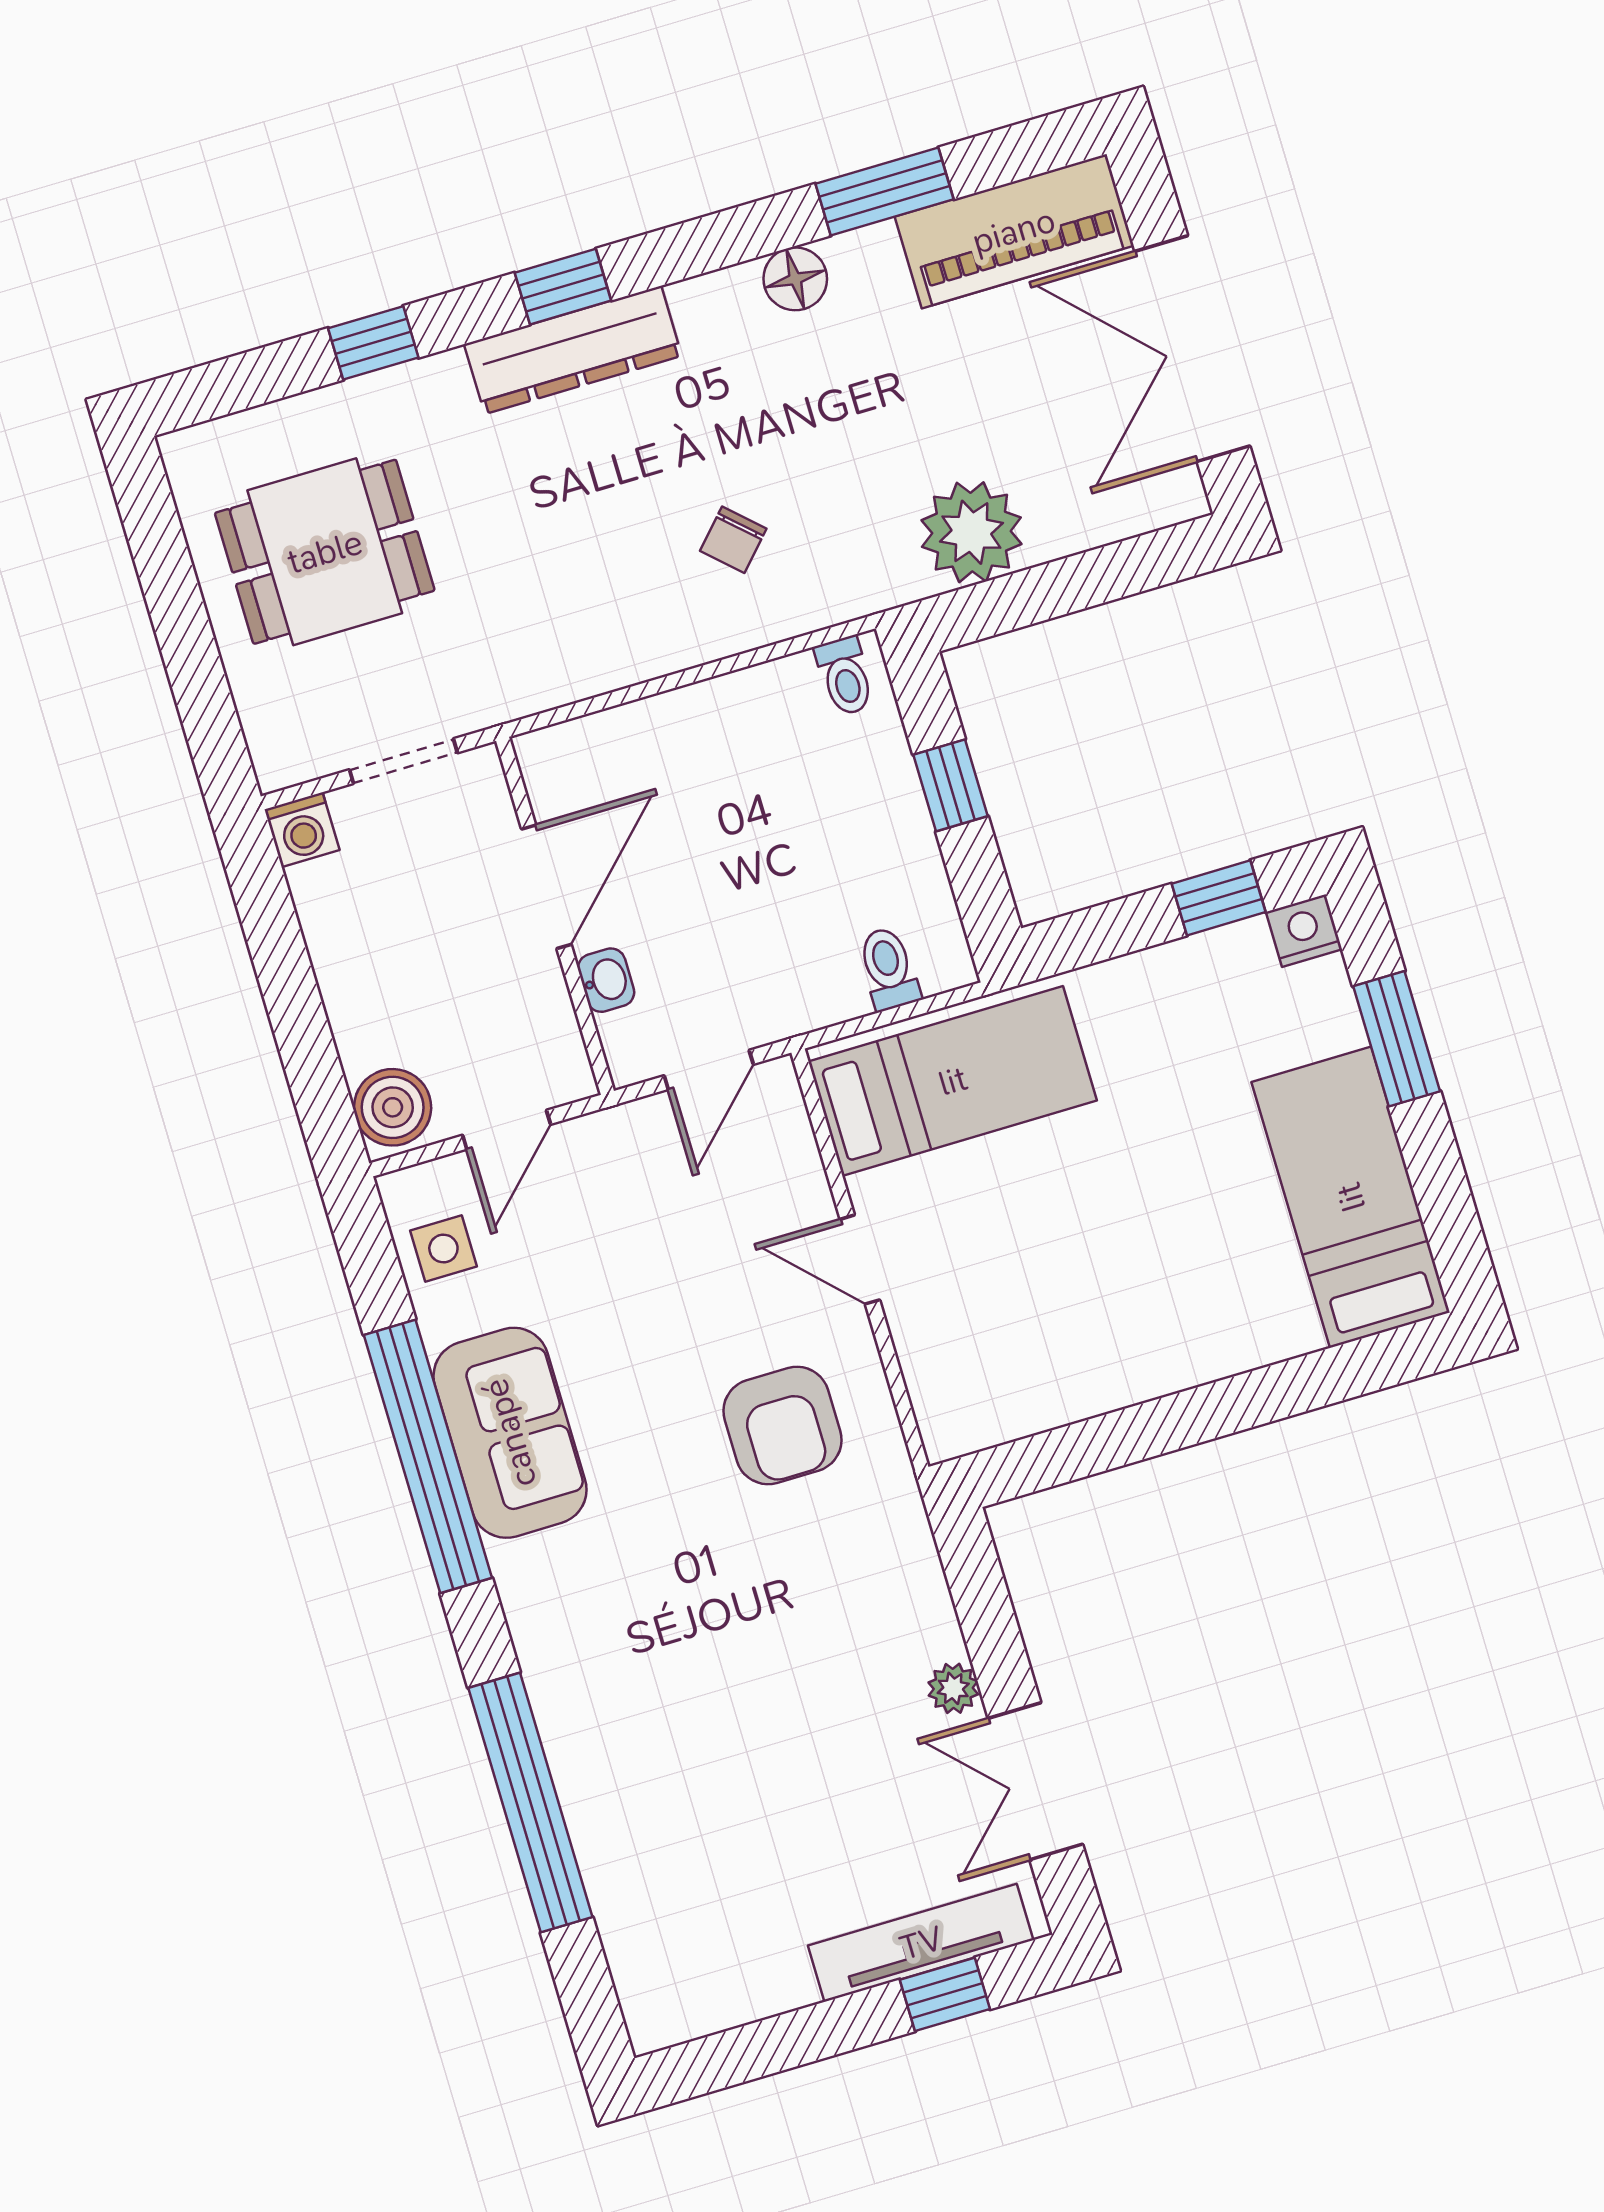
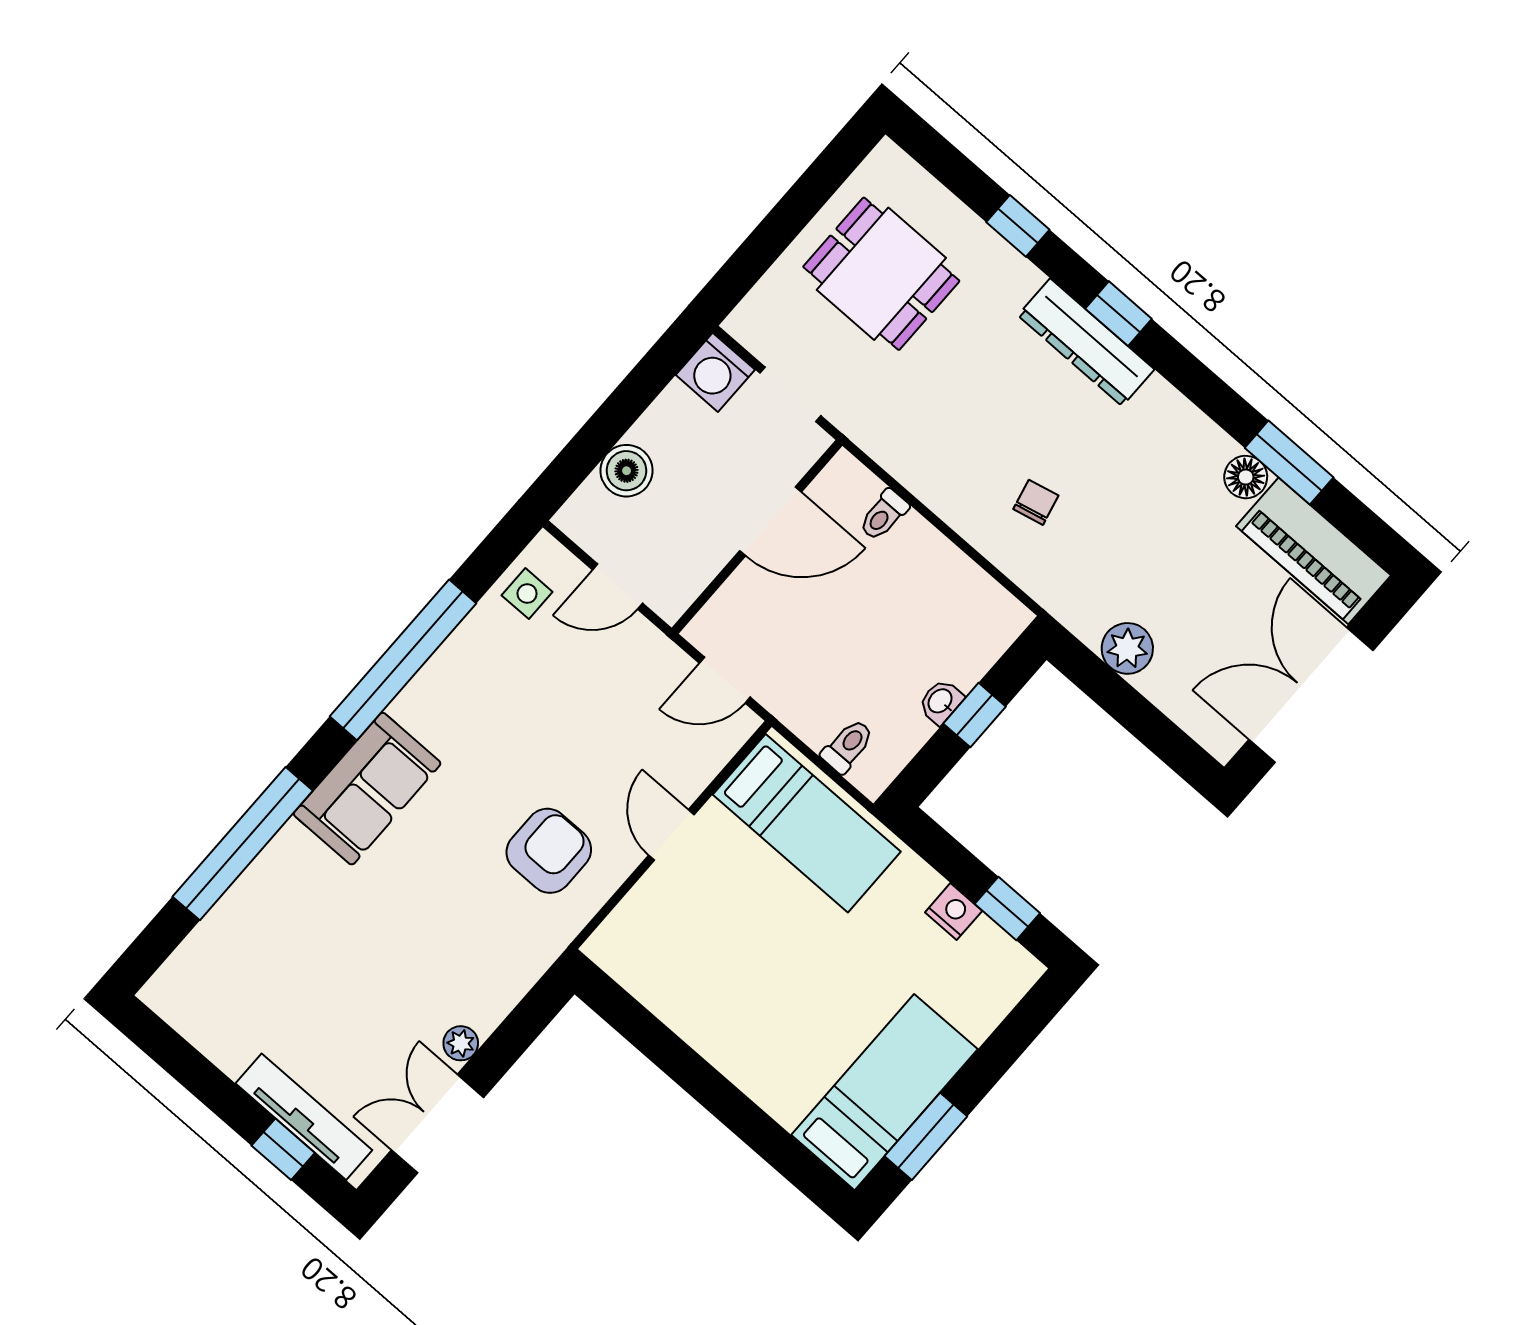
floor lamp: (795, 279) -> (1246, 477), moved
plant: (971, 532) -> (1127, 648), width x0.73, depth x0.73
chair: (733, 540) -> (1036, 502), turned 124
toilet: (845, 676) -> (884, 515), moved
washing machine: (302, 830) -> (715, 372), width x1.38, depth x1.38
nightstand: (1304, 931) -> (954, 912), moved
washbasin: (606, 980) -> (941, 701), moved, turned 180
window: (1397, 1039) -> (926, 1136), moved
boiler: (393, 1107) -> (627, 471), moved
armchair: (782, 1425) -> (549, 851), turned 180
sofa: (510, 1433) -> (367, 789), moved

